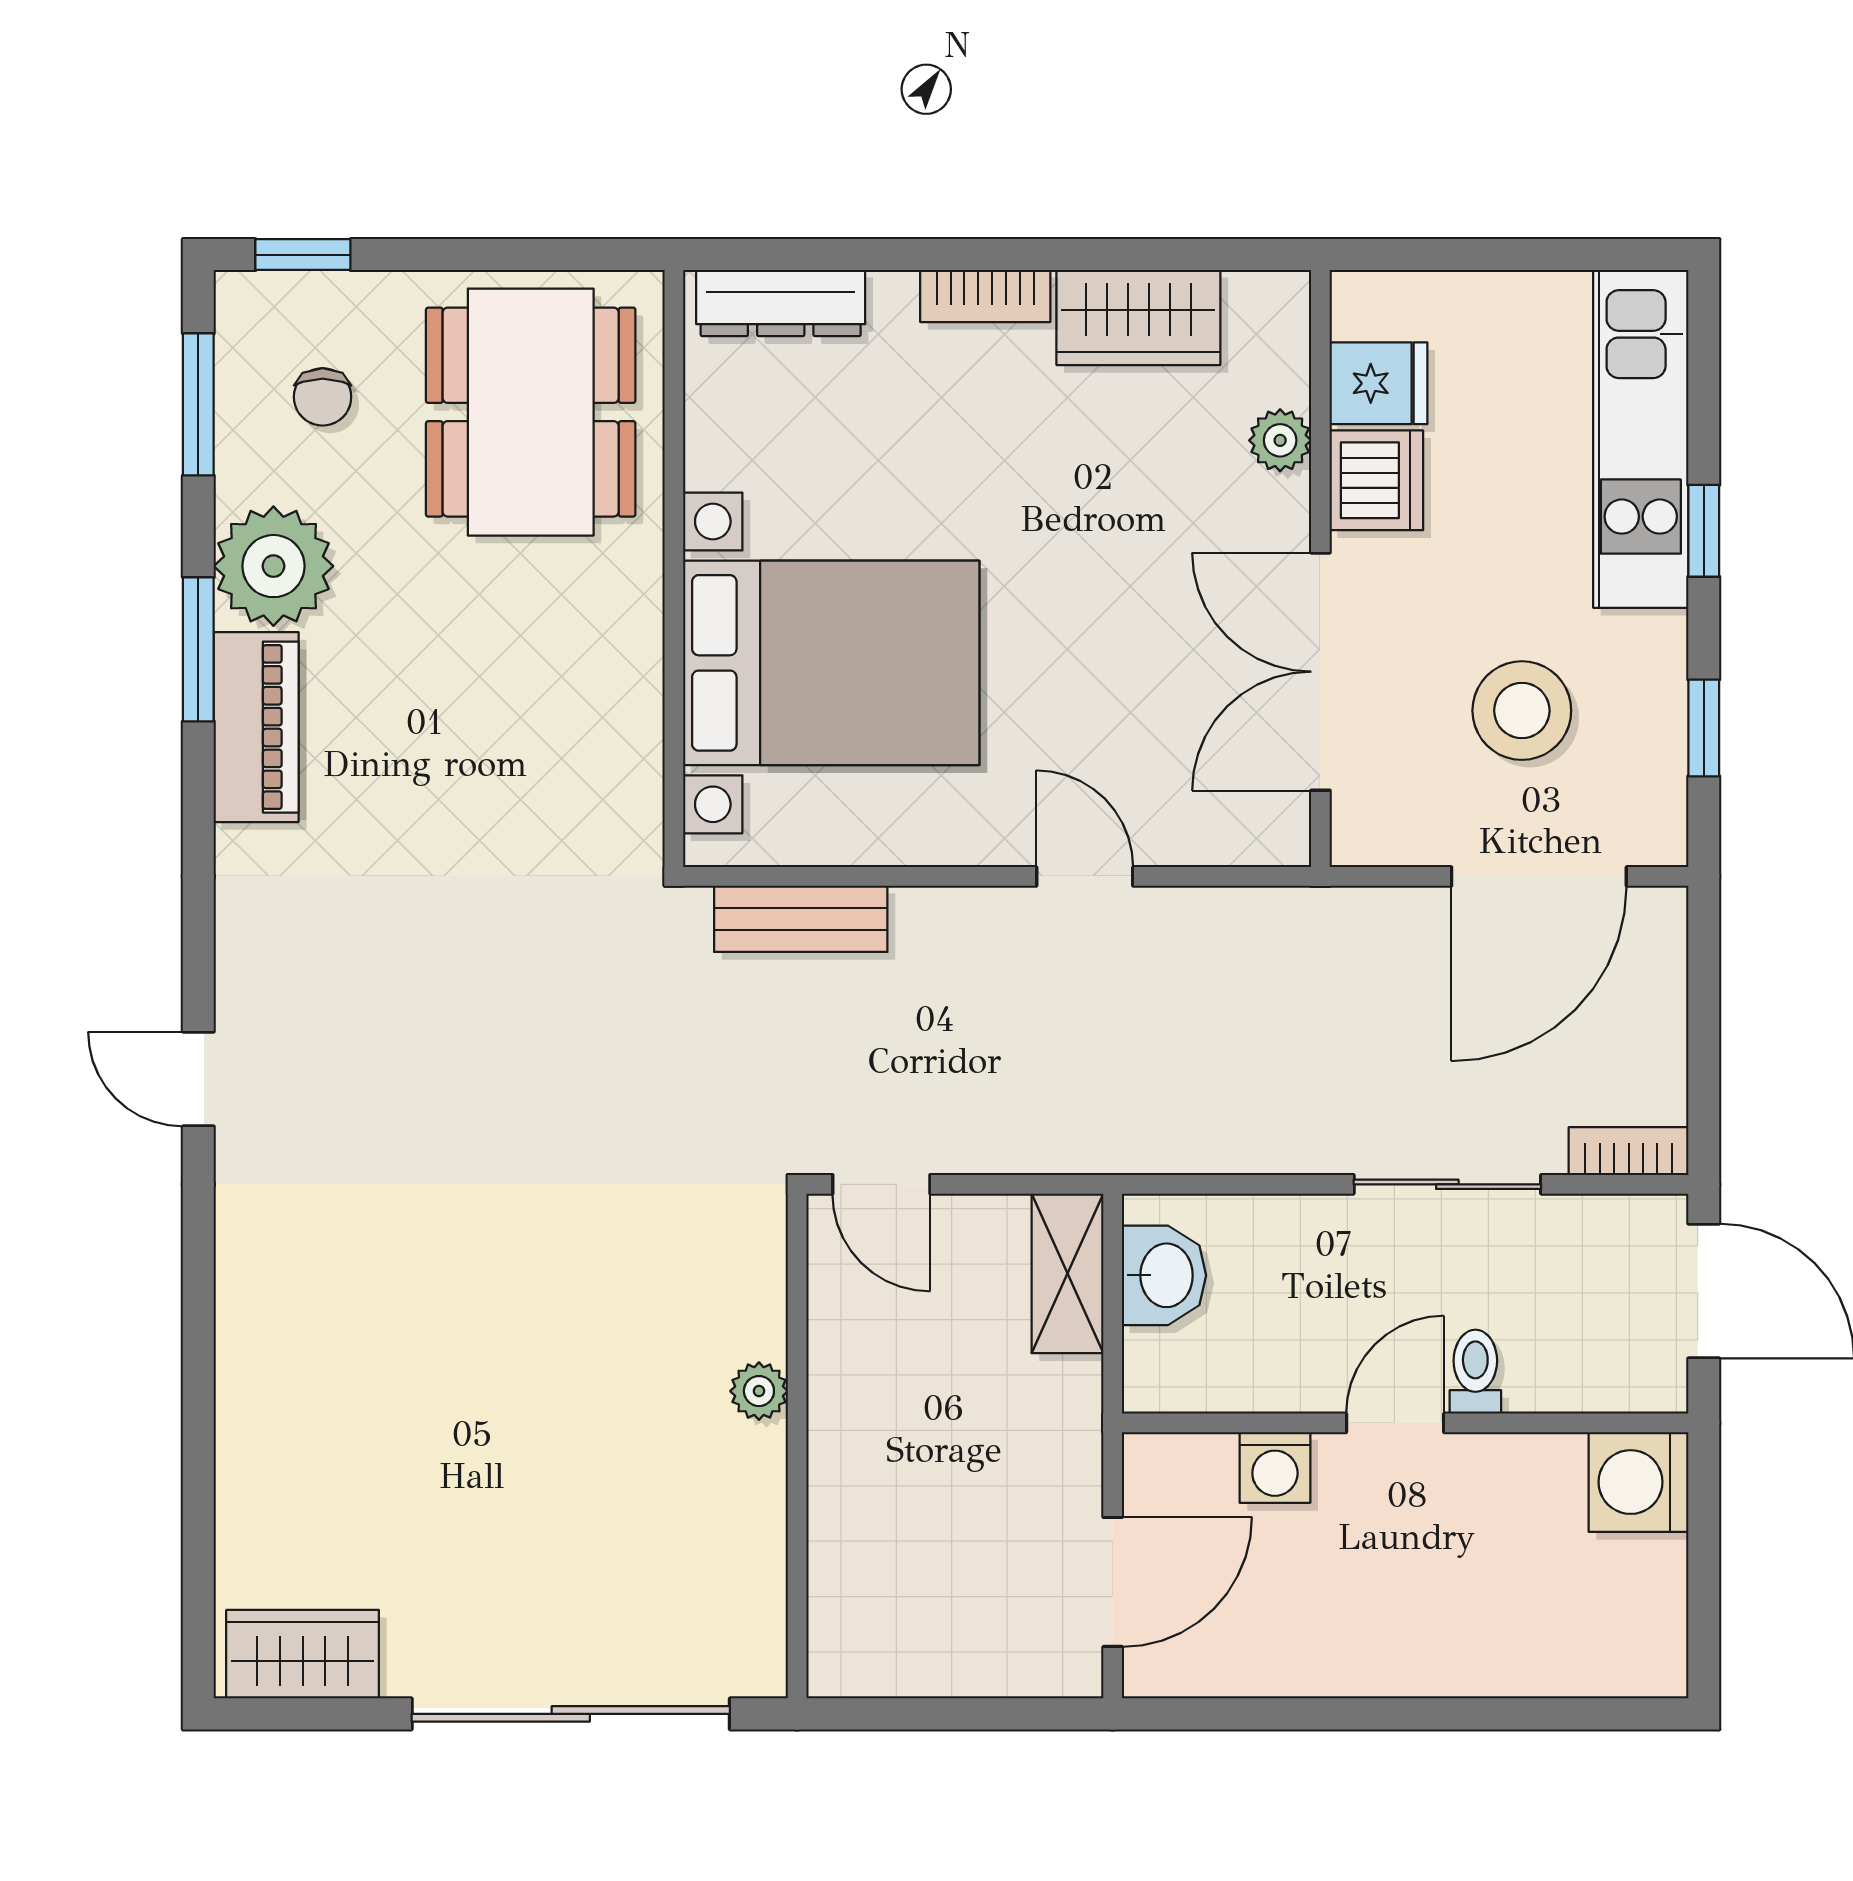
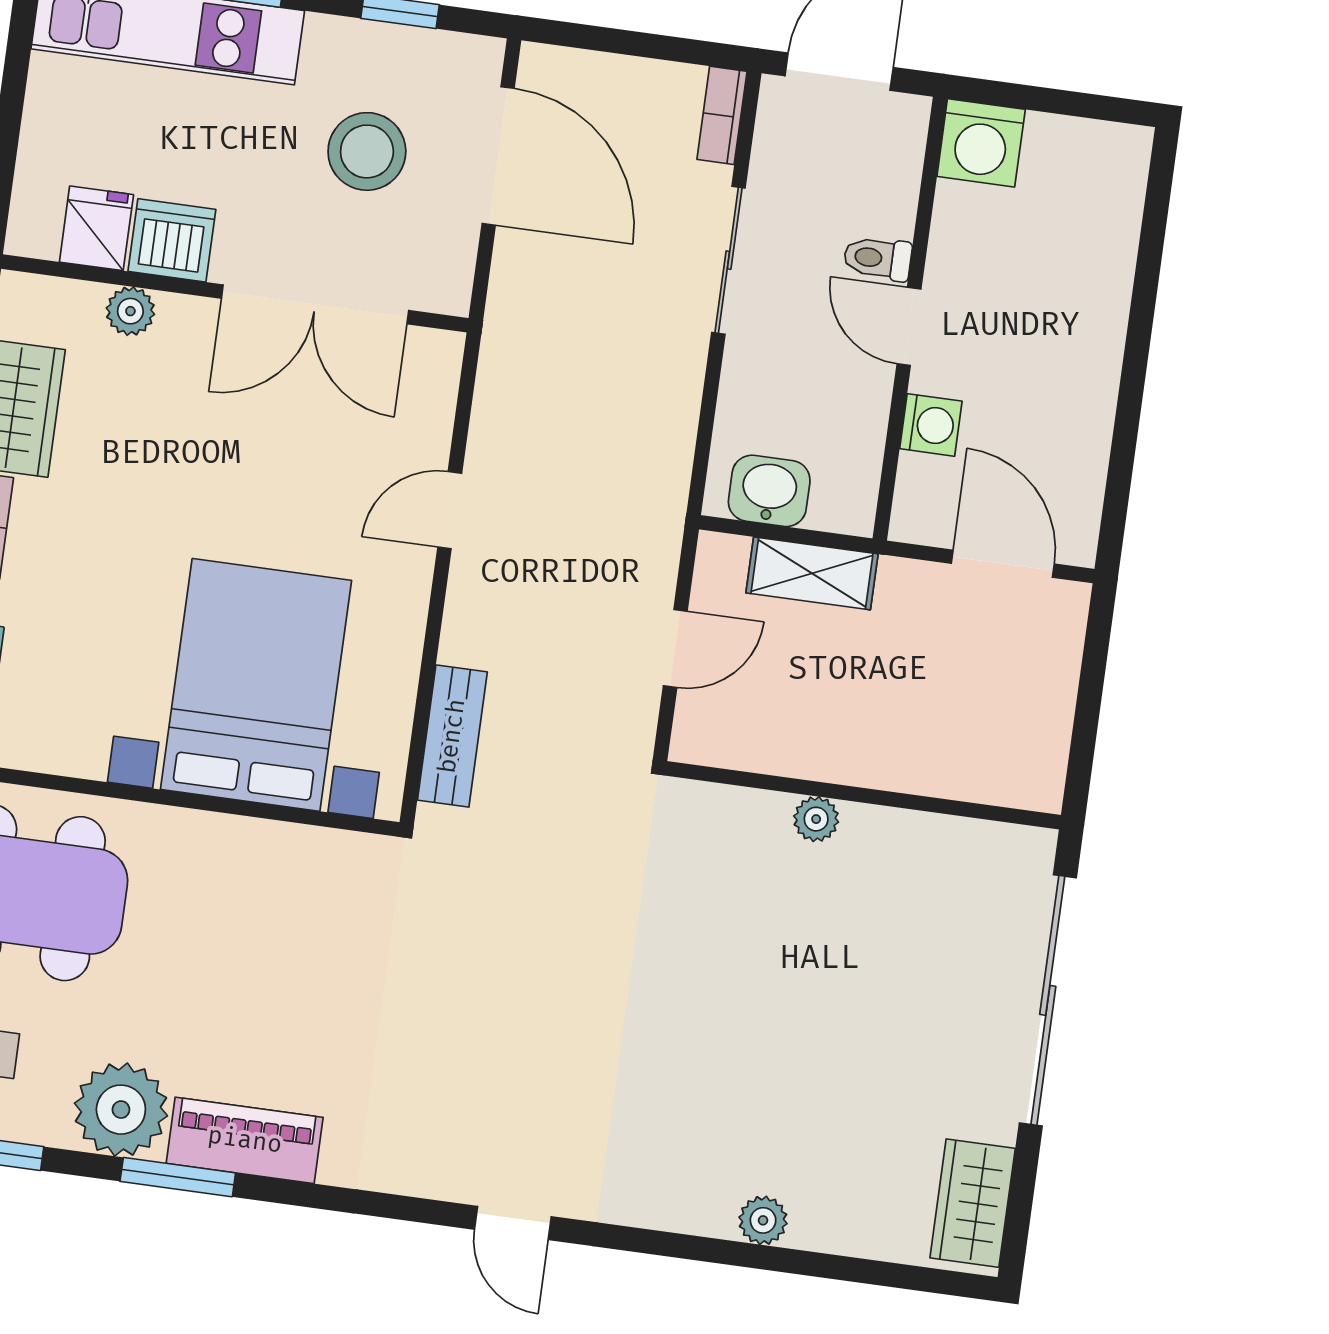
door: (198, 1079) -> (513, 1223), hinge flipped
door: (881, 1184) -> (675, 648), moved
shelving: (1068, 1273) -> (812, 573), moved
plant: (245, 1393) -> (763, 1220), added

